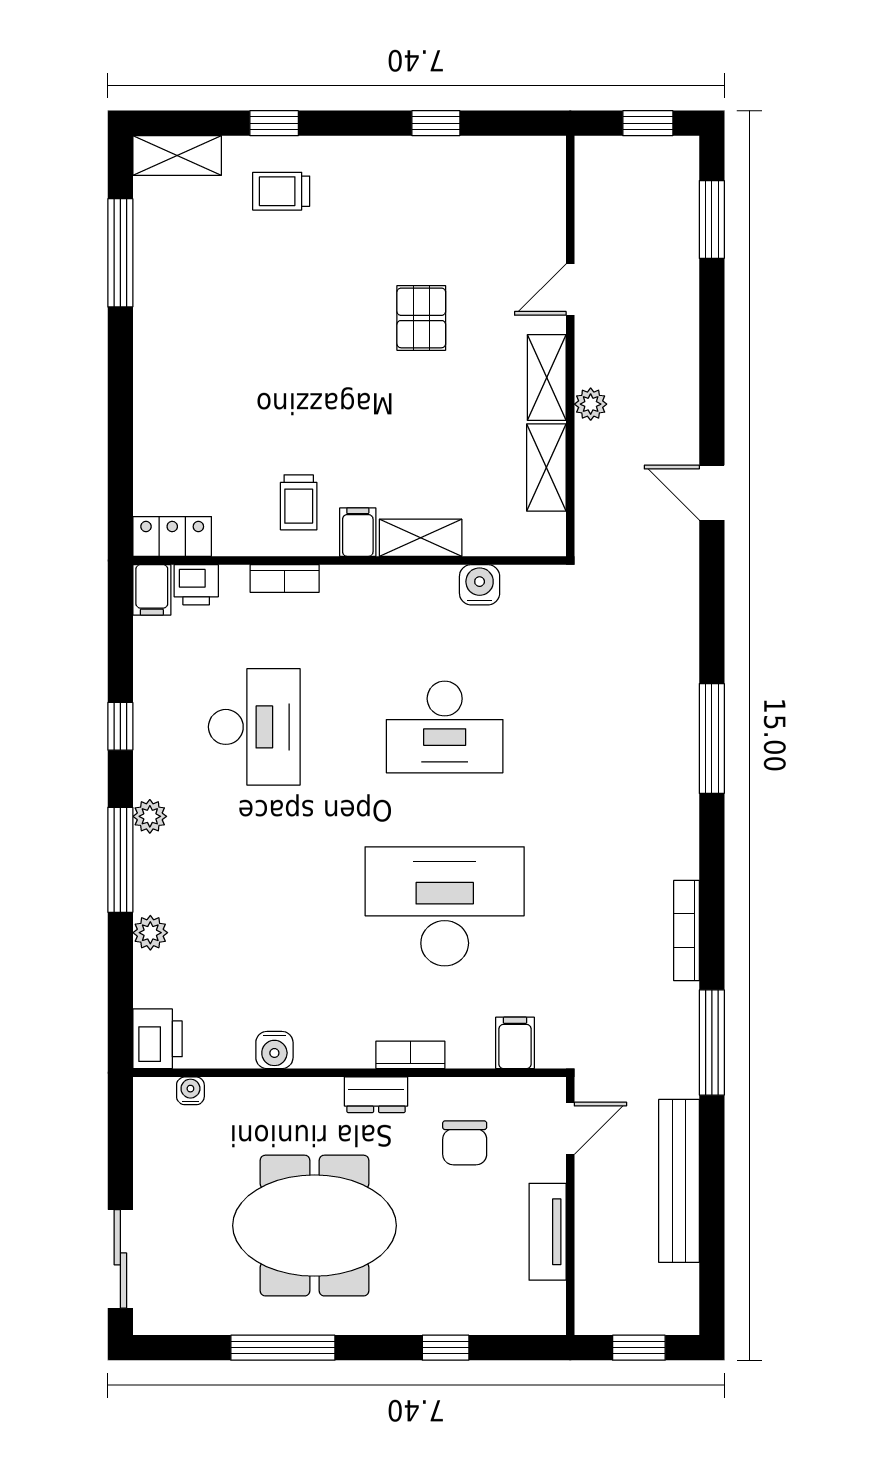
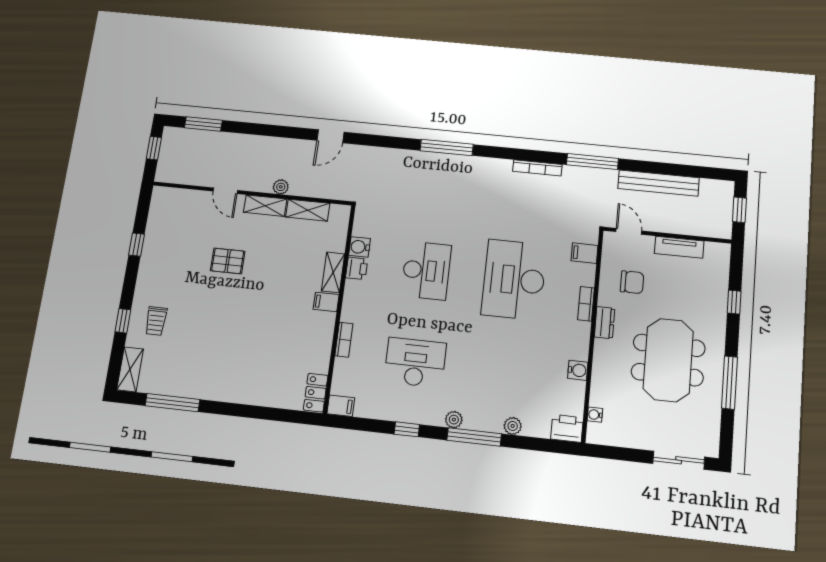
trolley: (299, 502) -> (308, 329), removed
printer: (196, 585) -> (357, 268), moved

